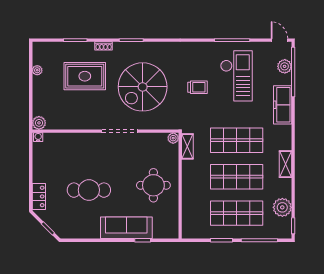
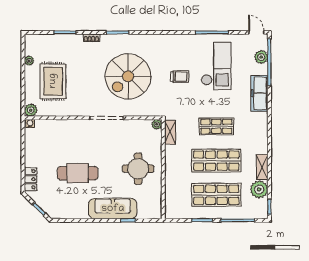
rug: (85, 76) -> (53, 81), moved, turned 90
shop shelf: (237, 140) -> (216, 126), width x0.70, depth x0.74
shelving: (286, 164) -> (262, 167), moved

